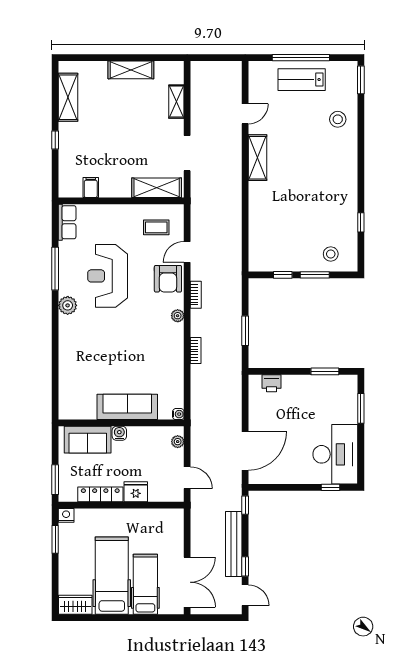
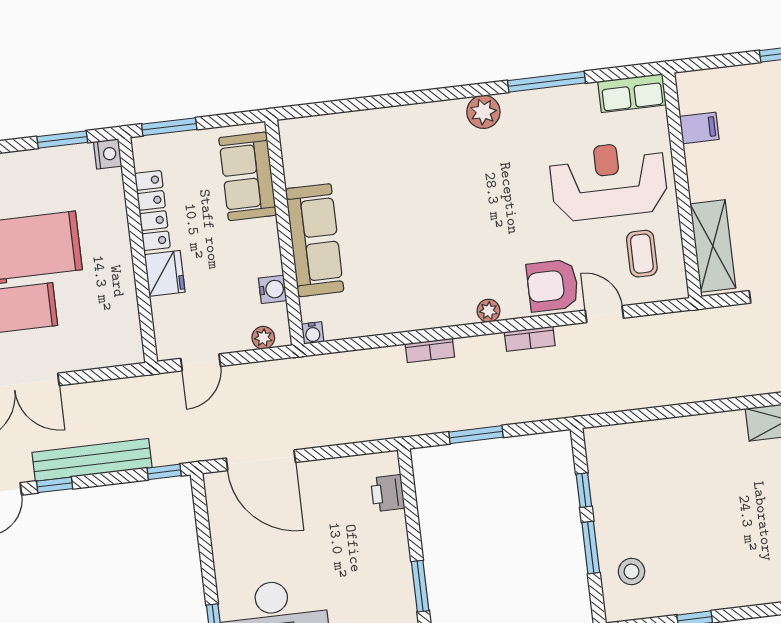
reception desk: (108, 276) -> (609, 181), moved
water cooler: (119, 433) -> (273, 289), moved

